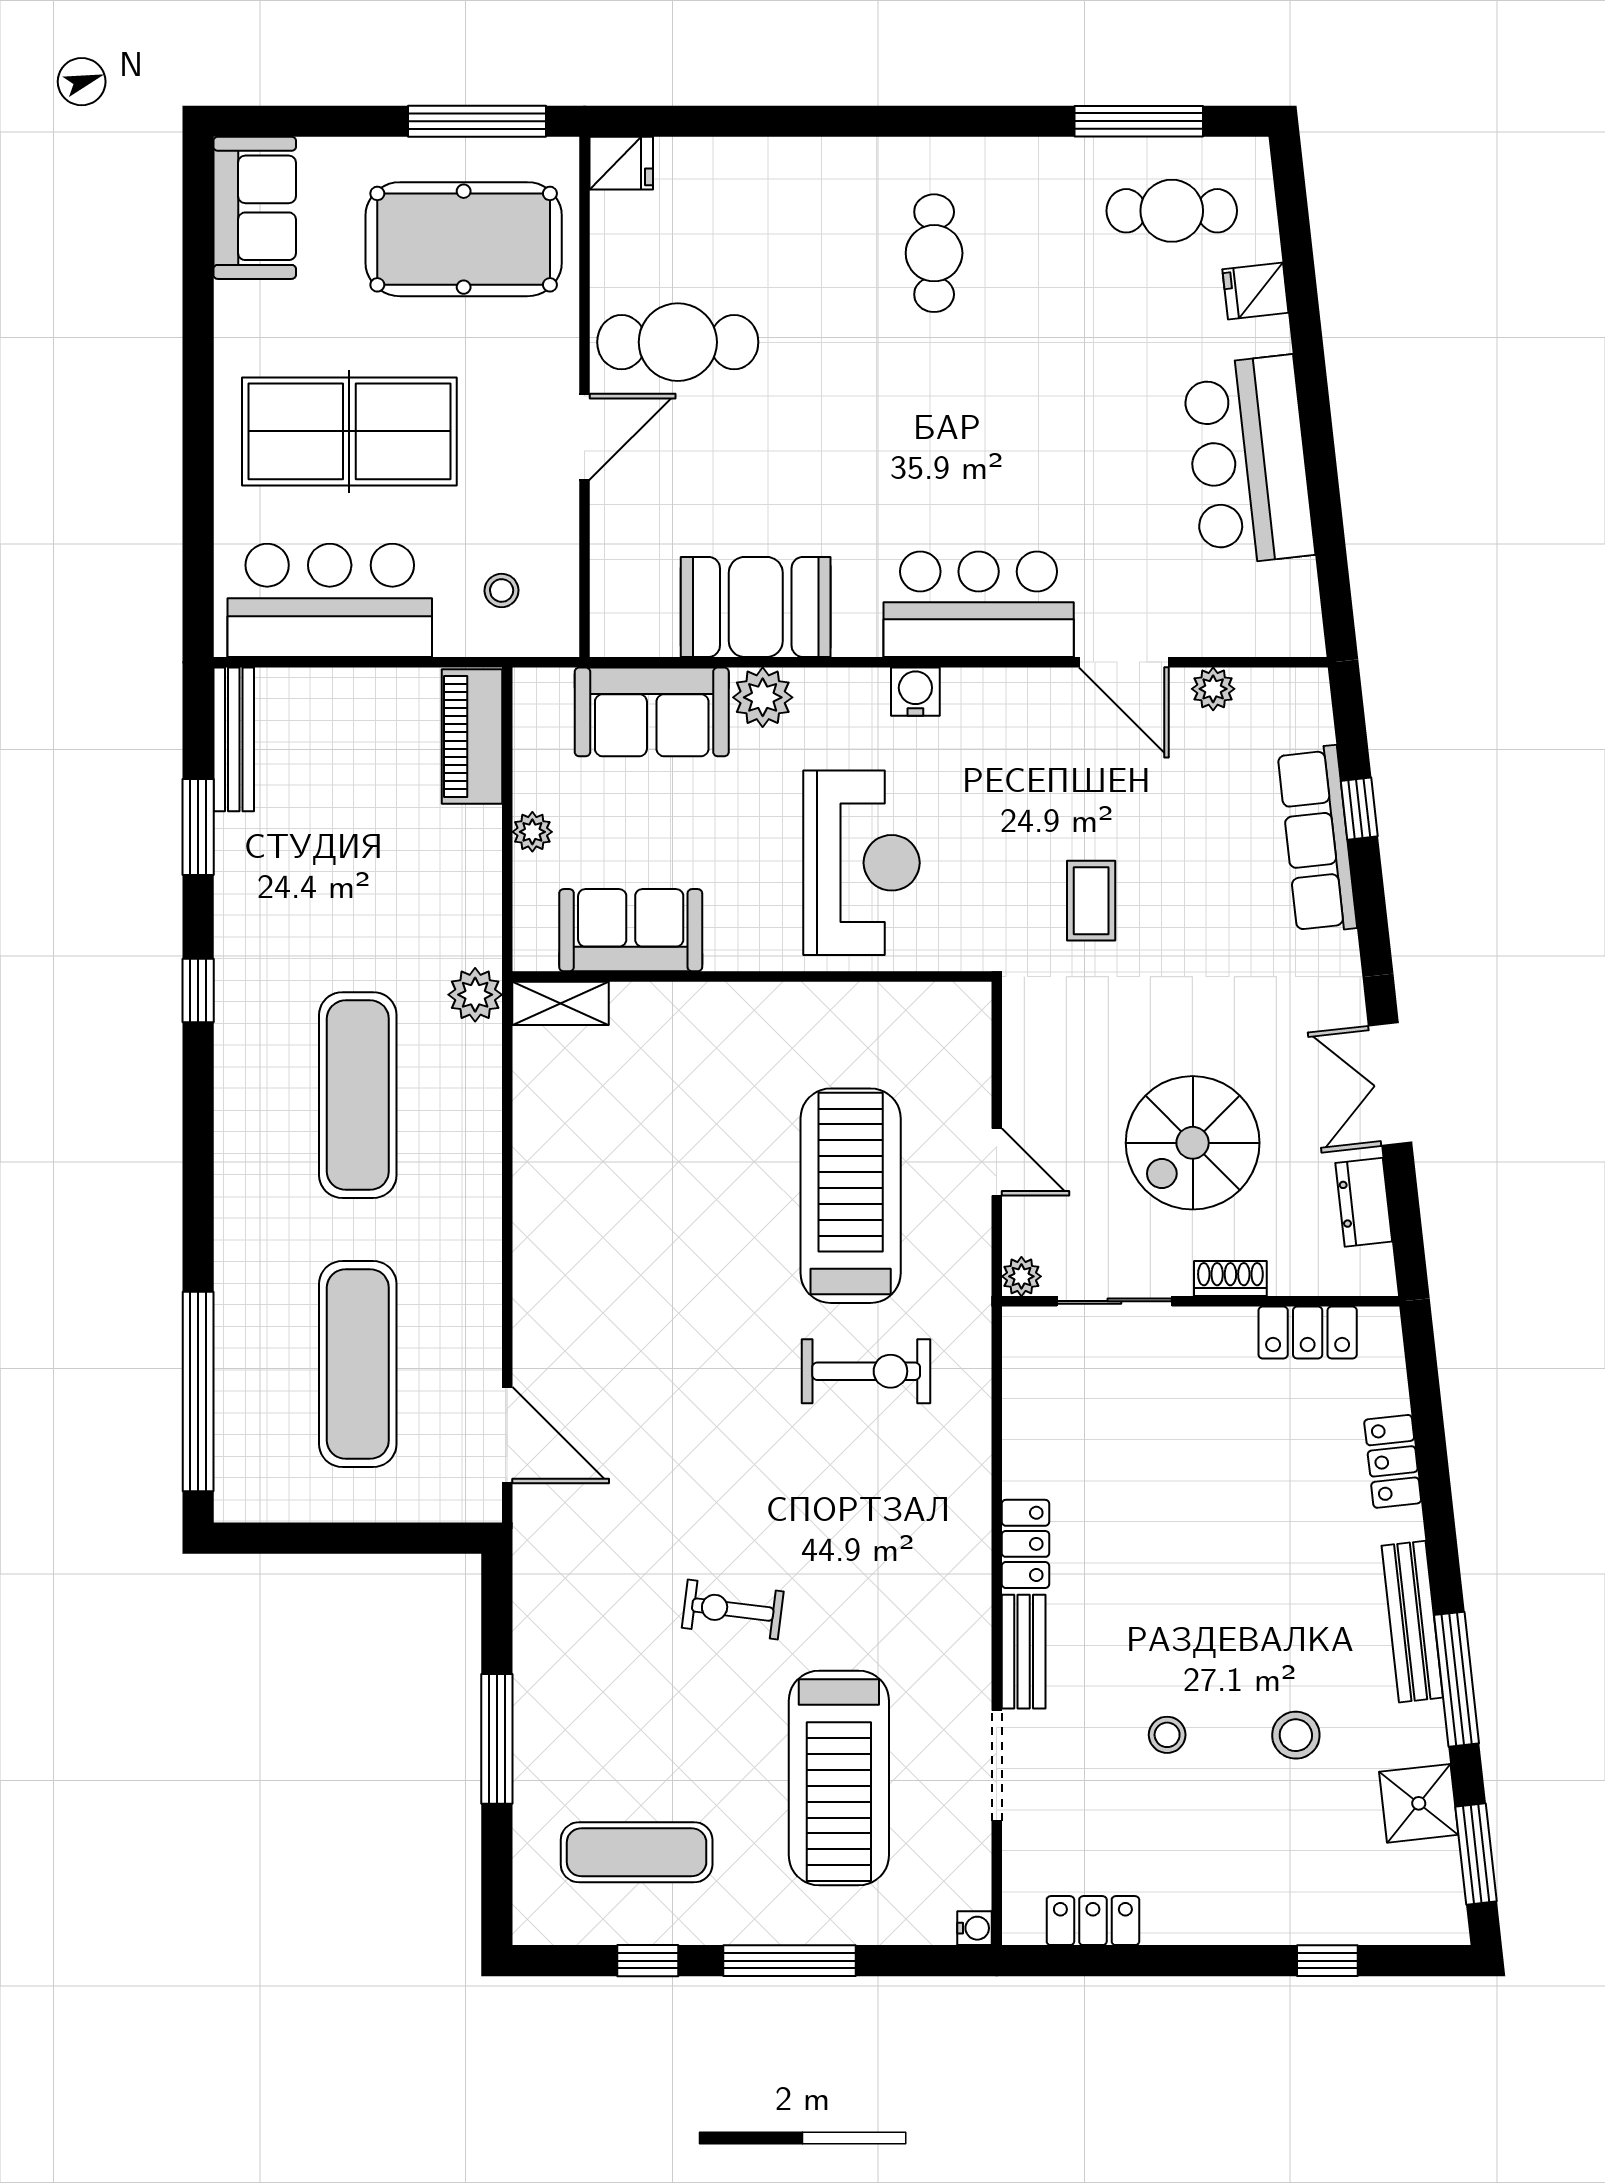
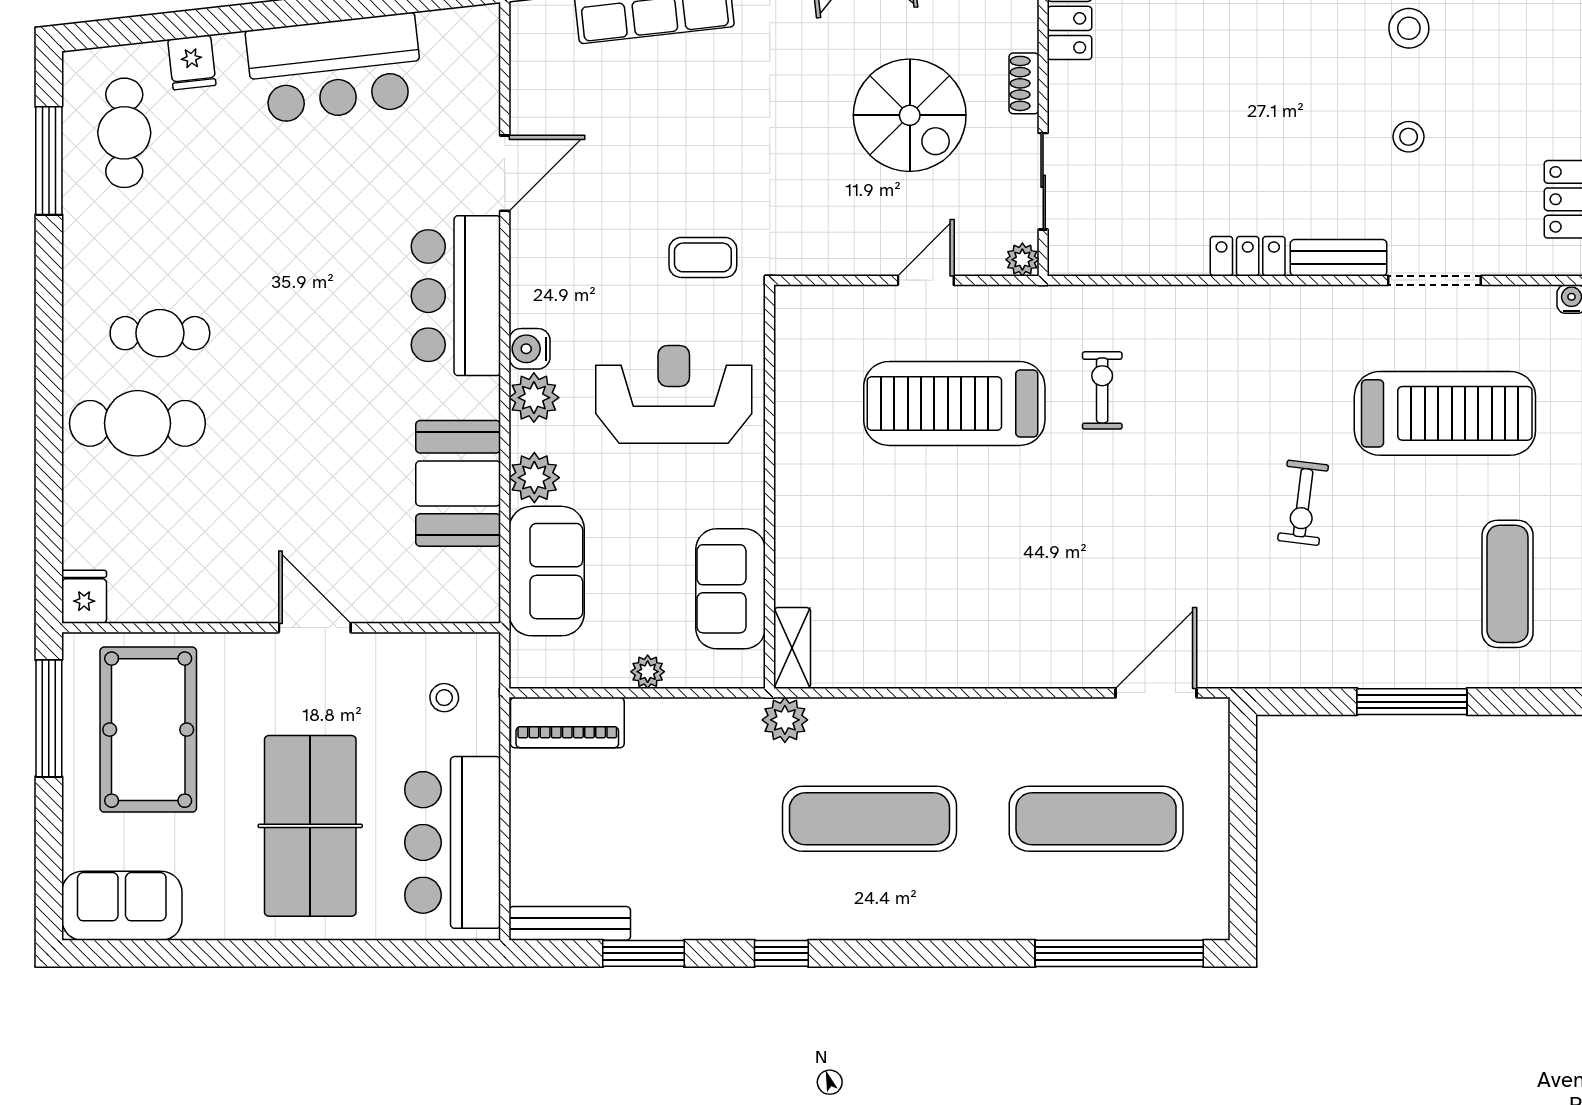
cafe table: (678, 342) -> (137, 423), moved, turned 90
plant: (1213, 689) -> (534, 398), moved, width x1.38, depth x1.38
coffee table: (1091, 901) -> (703, 257), moved
exercise bike: (866, 1371) -> (1102, 390), width x0.73, depth x0.72

